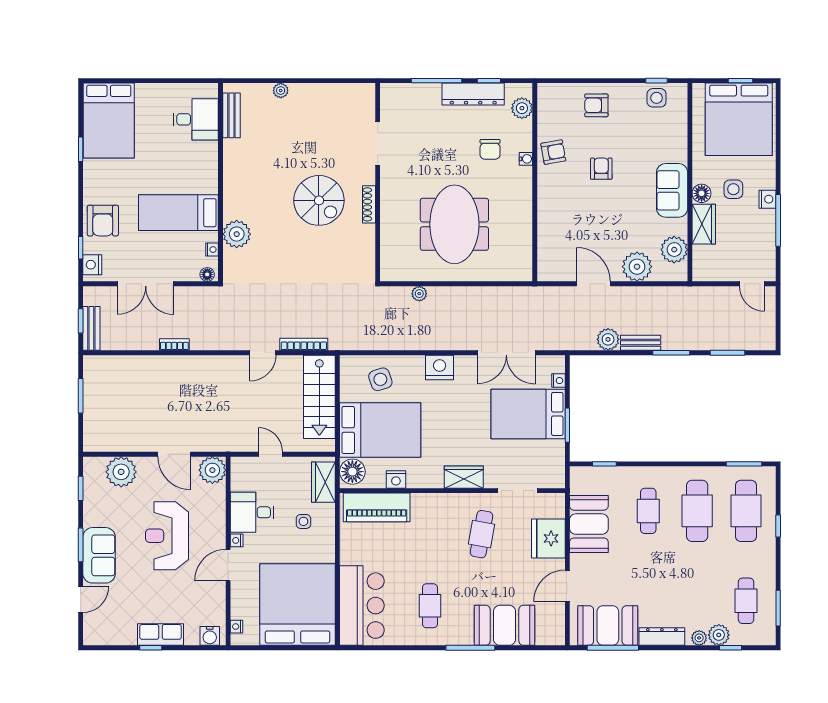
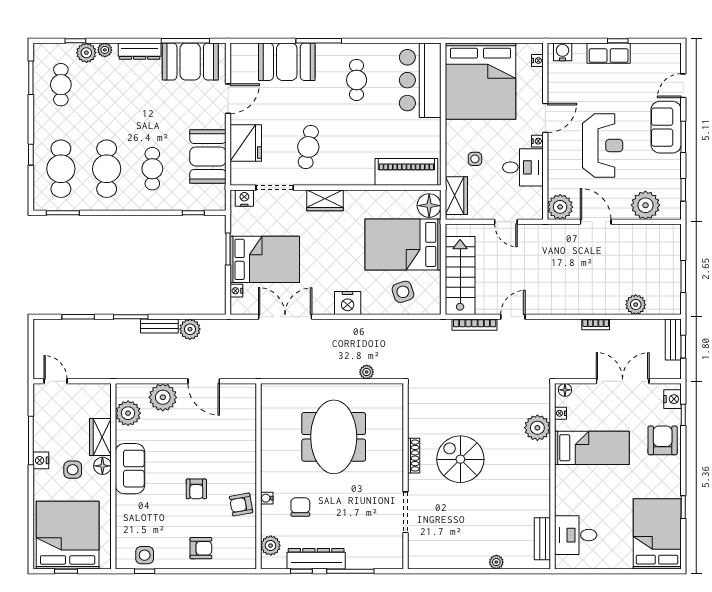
plant: (132, 366) -> (636, 305), added
nightstand: (396, 480) -> (244, 198), moved

